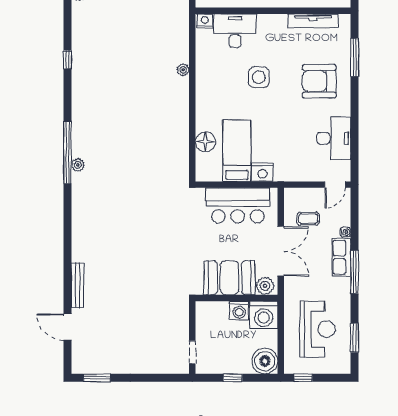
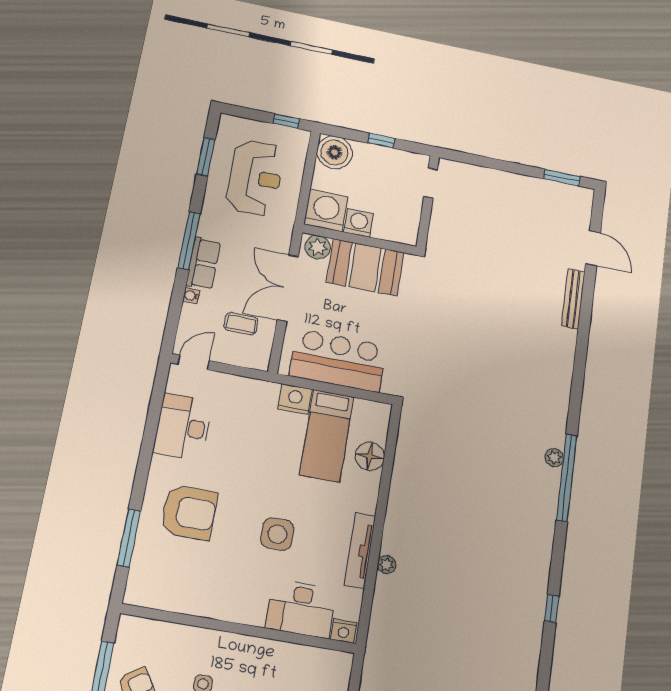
tv unit: (313, 21) -> (360, 551), moved, turned -90
reception desk: (317, 329) -> (255, 178), turned 180

